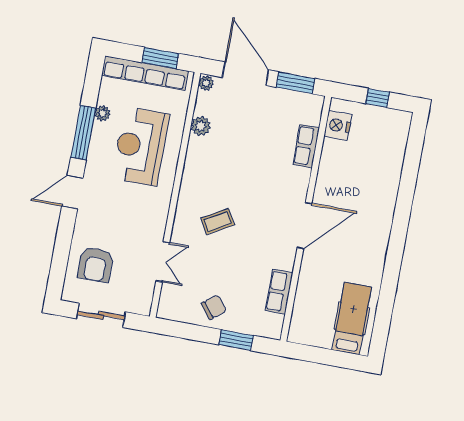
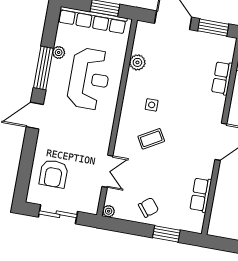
plant: (206, 83) -> (109, 211), moved
reception desk: (141, 146) -> (89, 79), turned 180
side table: (218, 179) -> (152, 105), added

